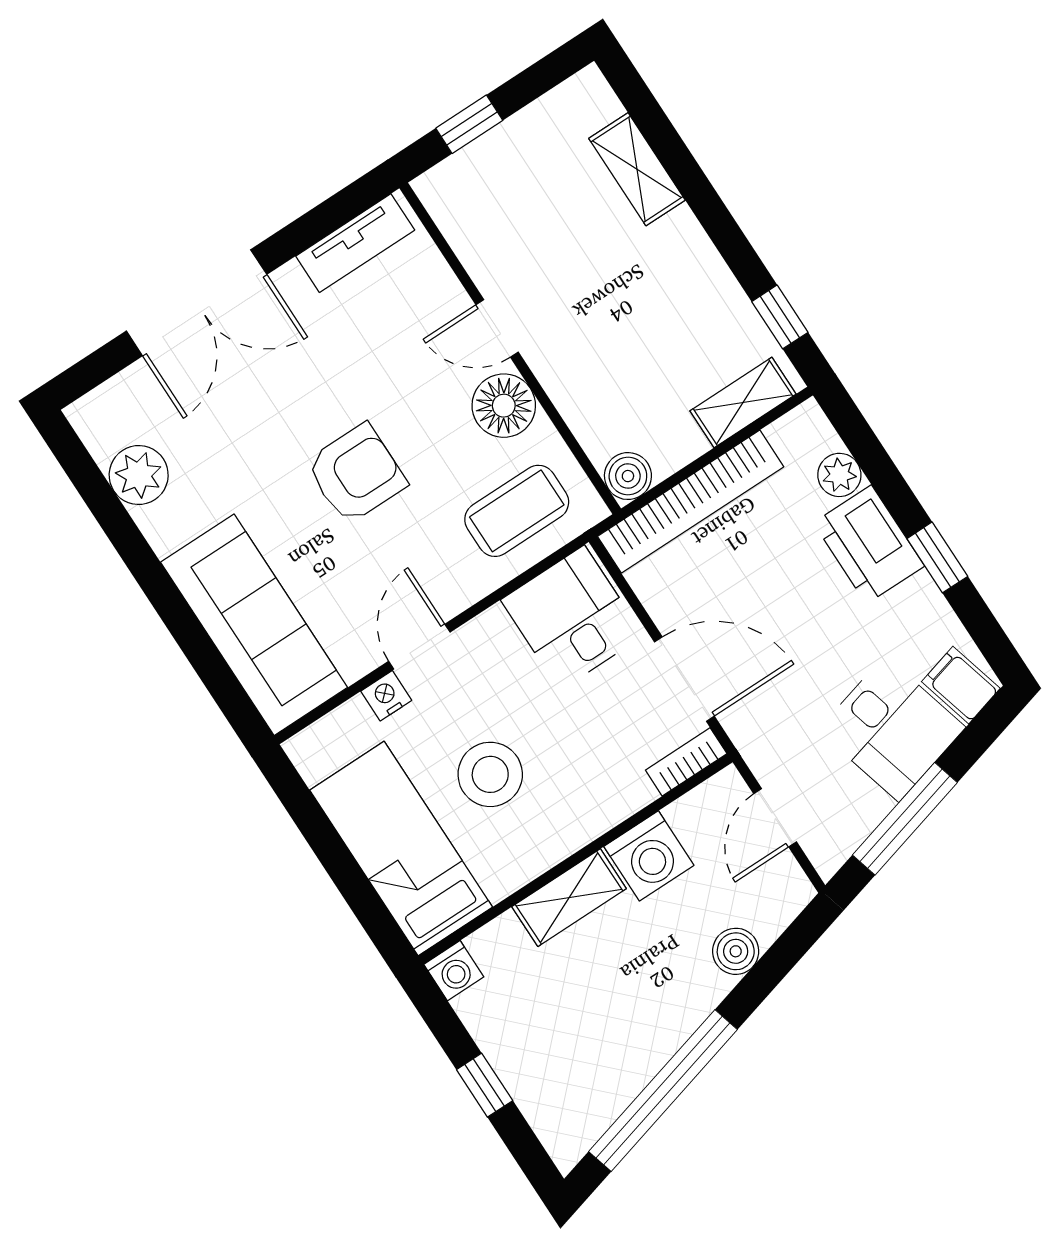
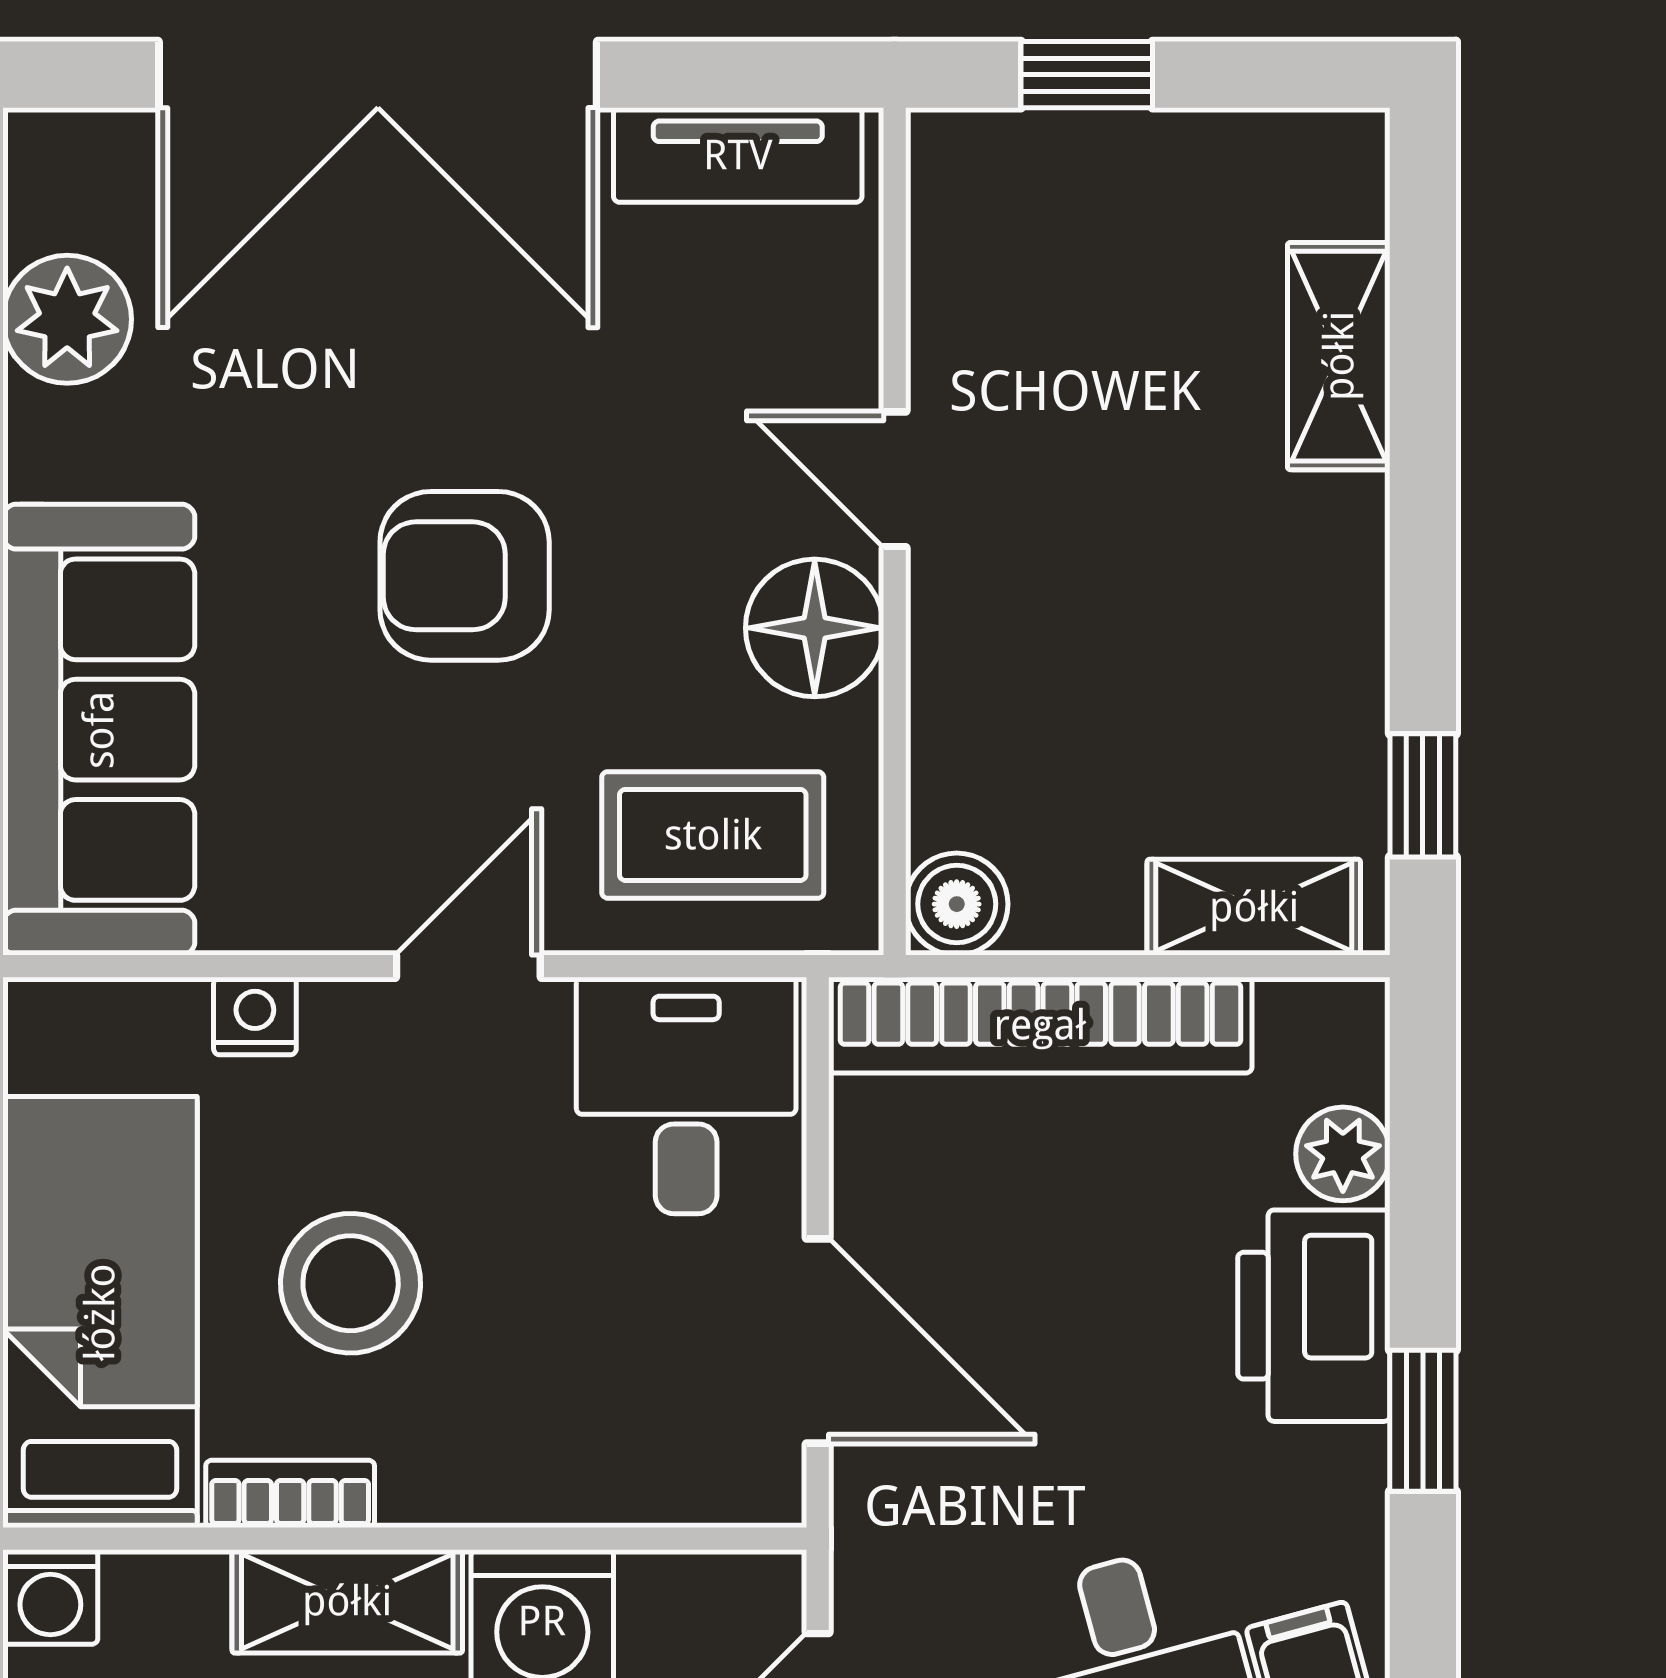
double door: (197, 303) -> (378, 75), width x1.36
armchair: (356, 474) -> (465, 576), turned 180
door: (419, 647) -> (468, 966), moved
bookcase: (686, 762) -> (290, 1494), moved

